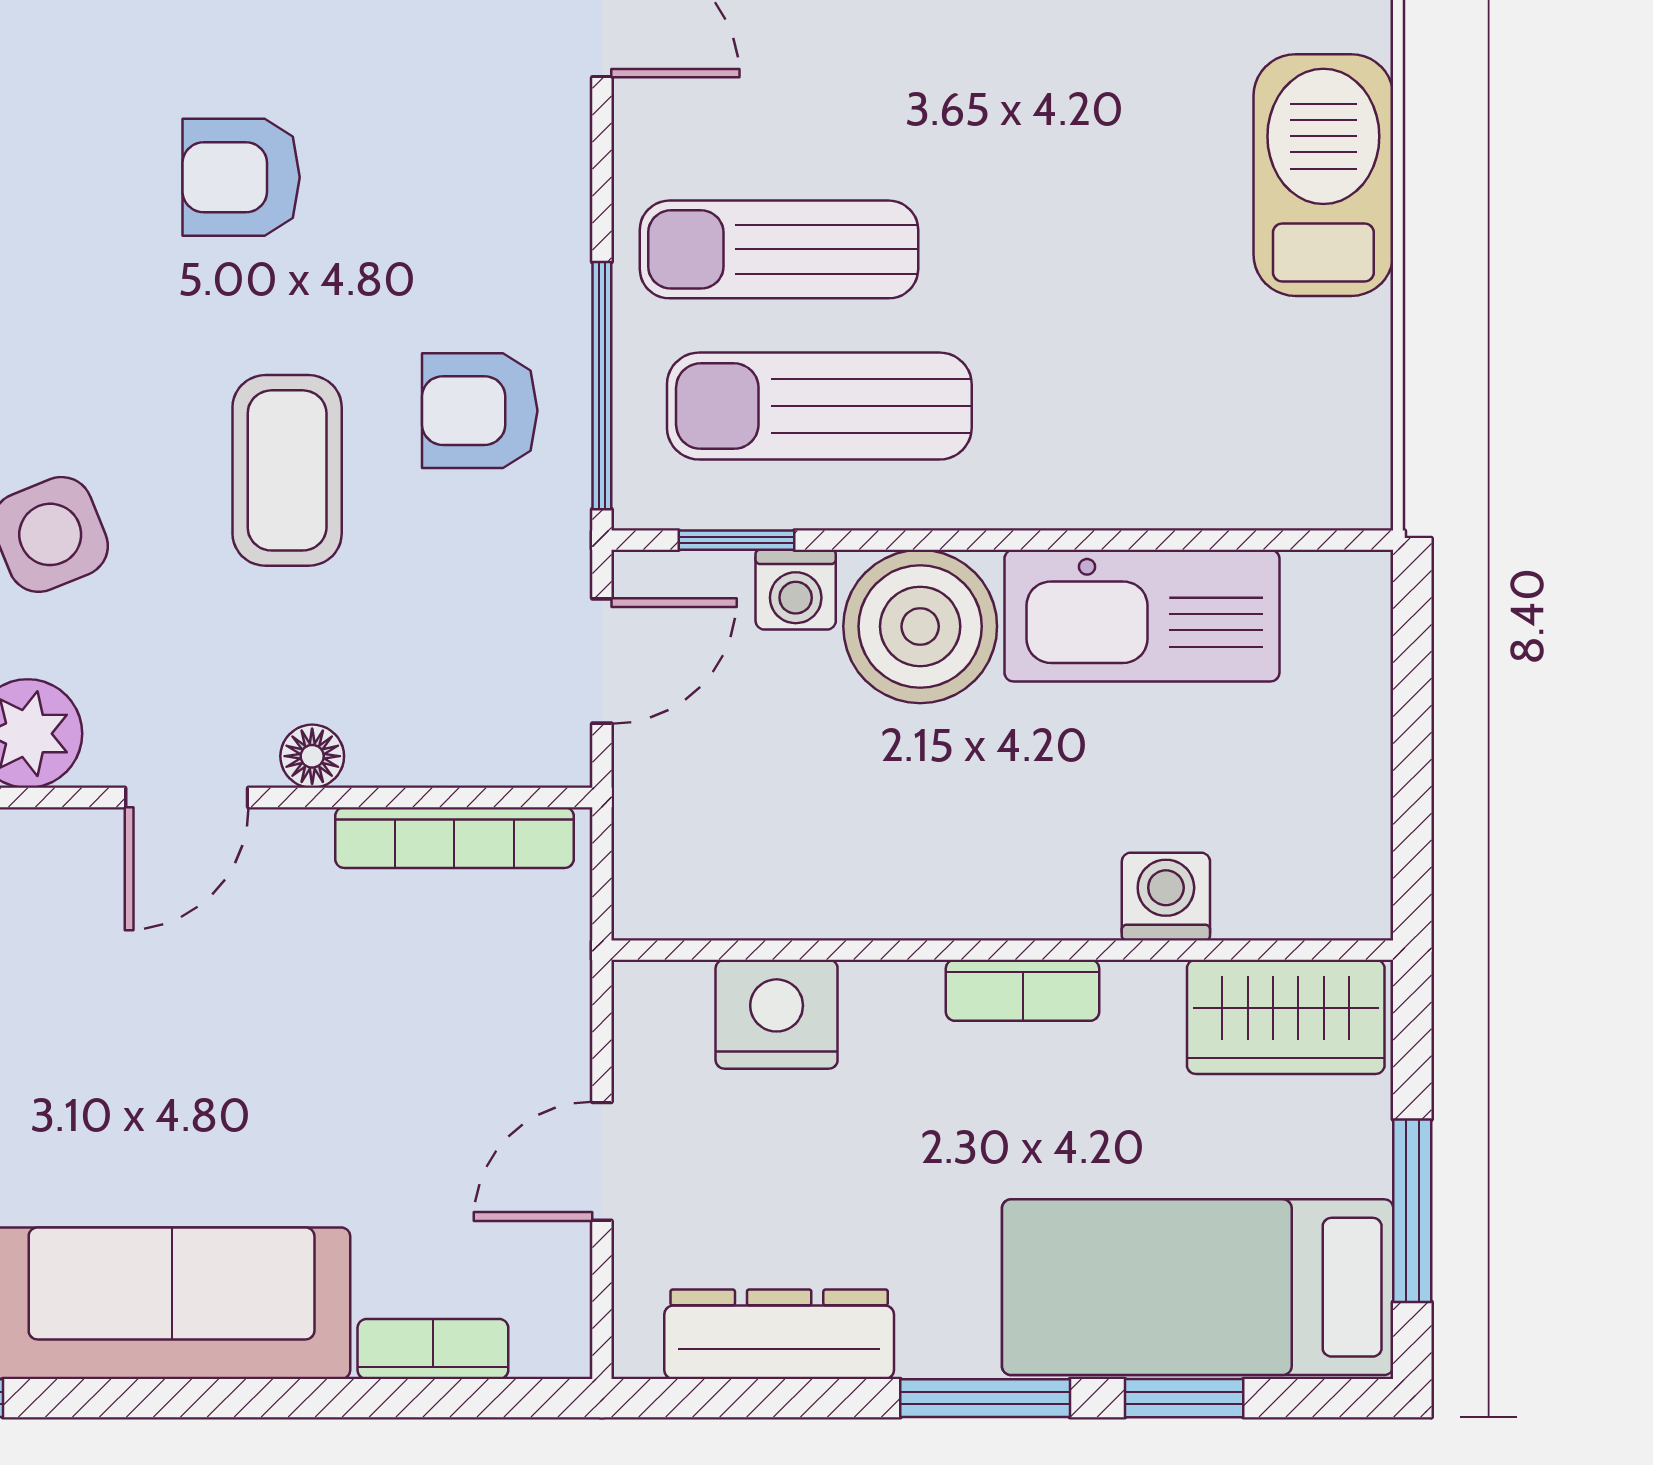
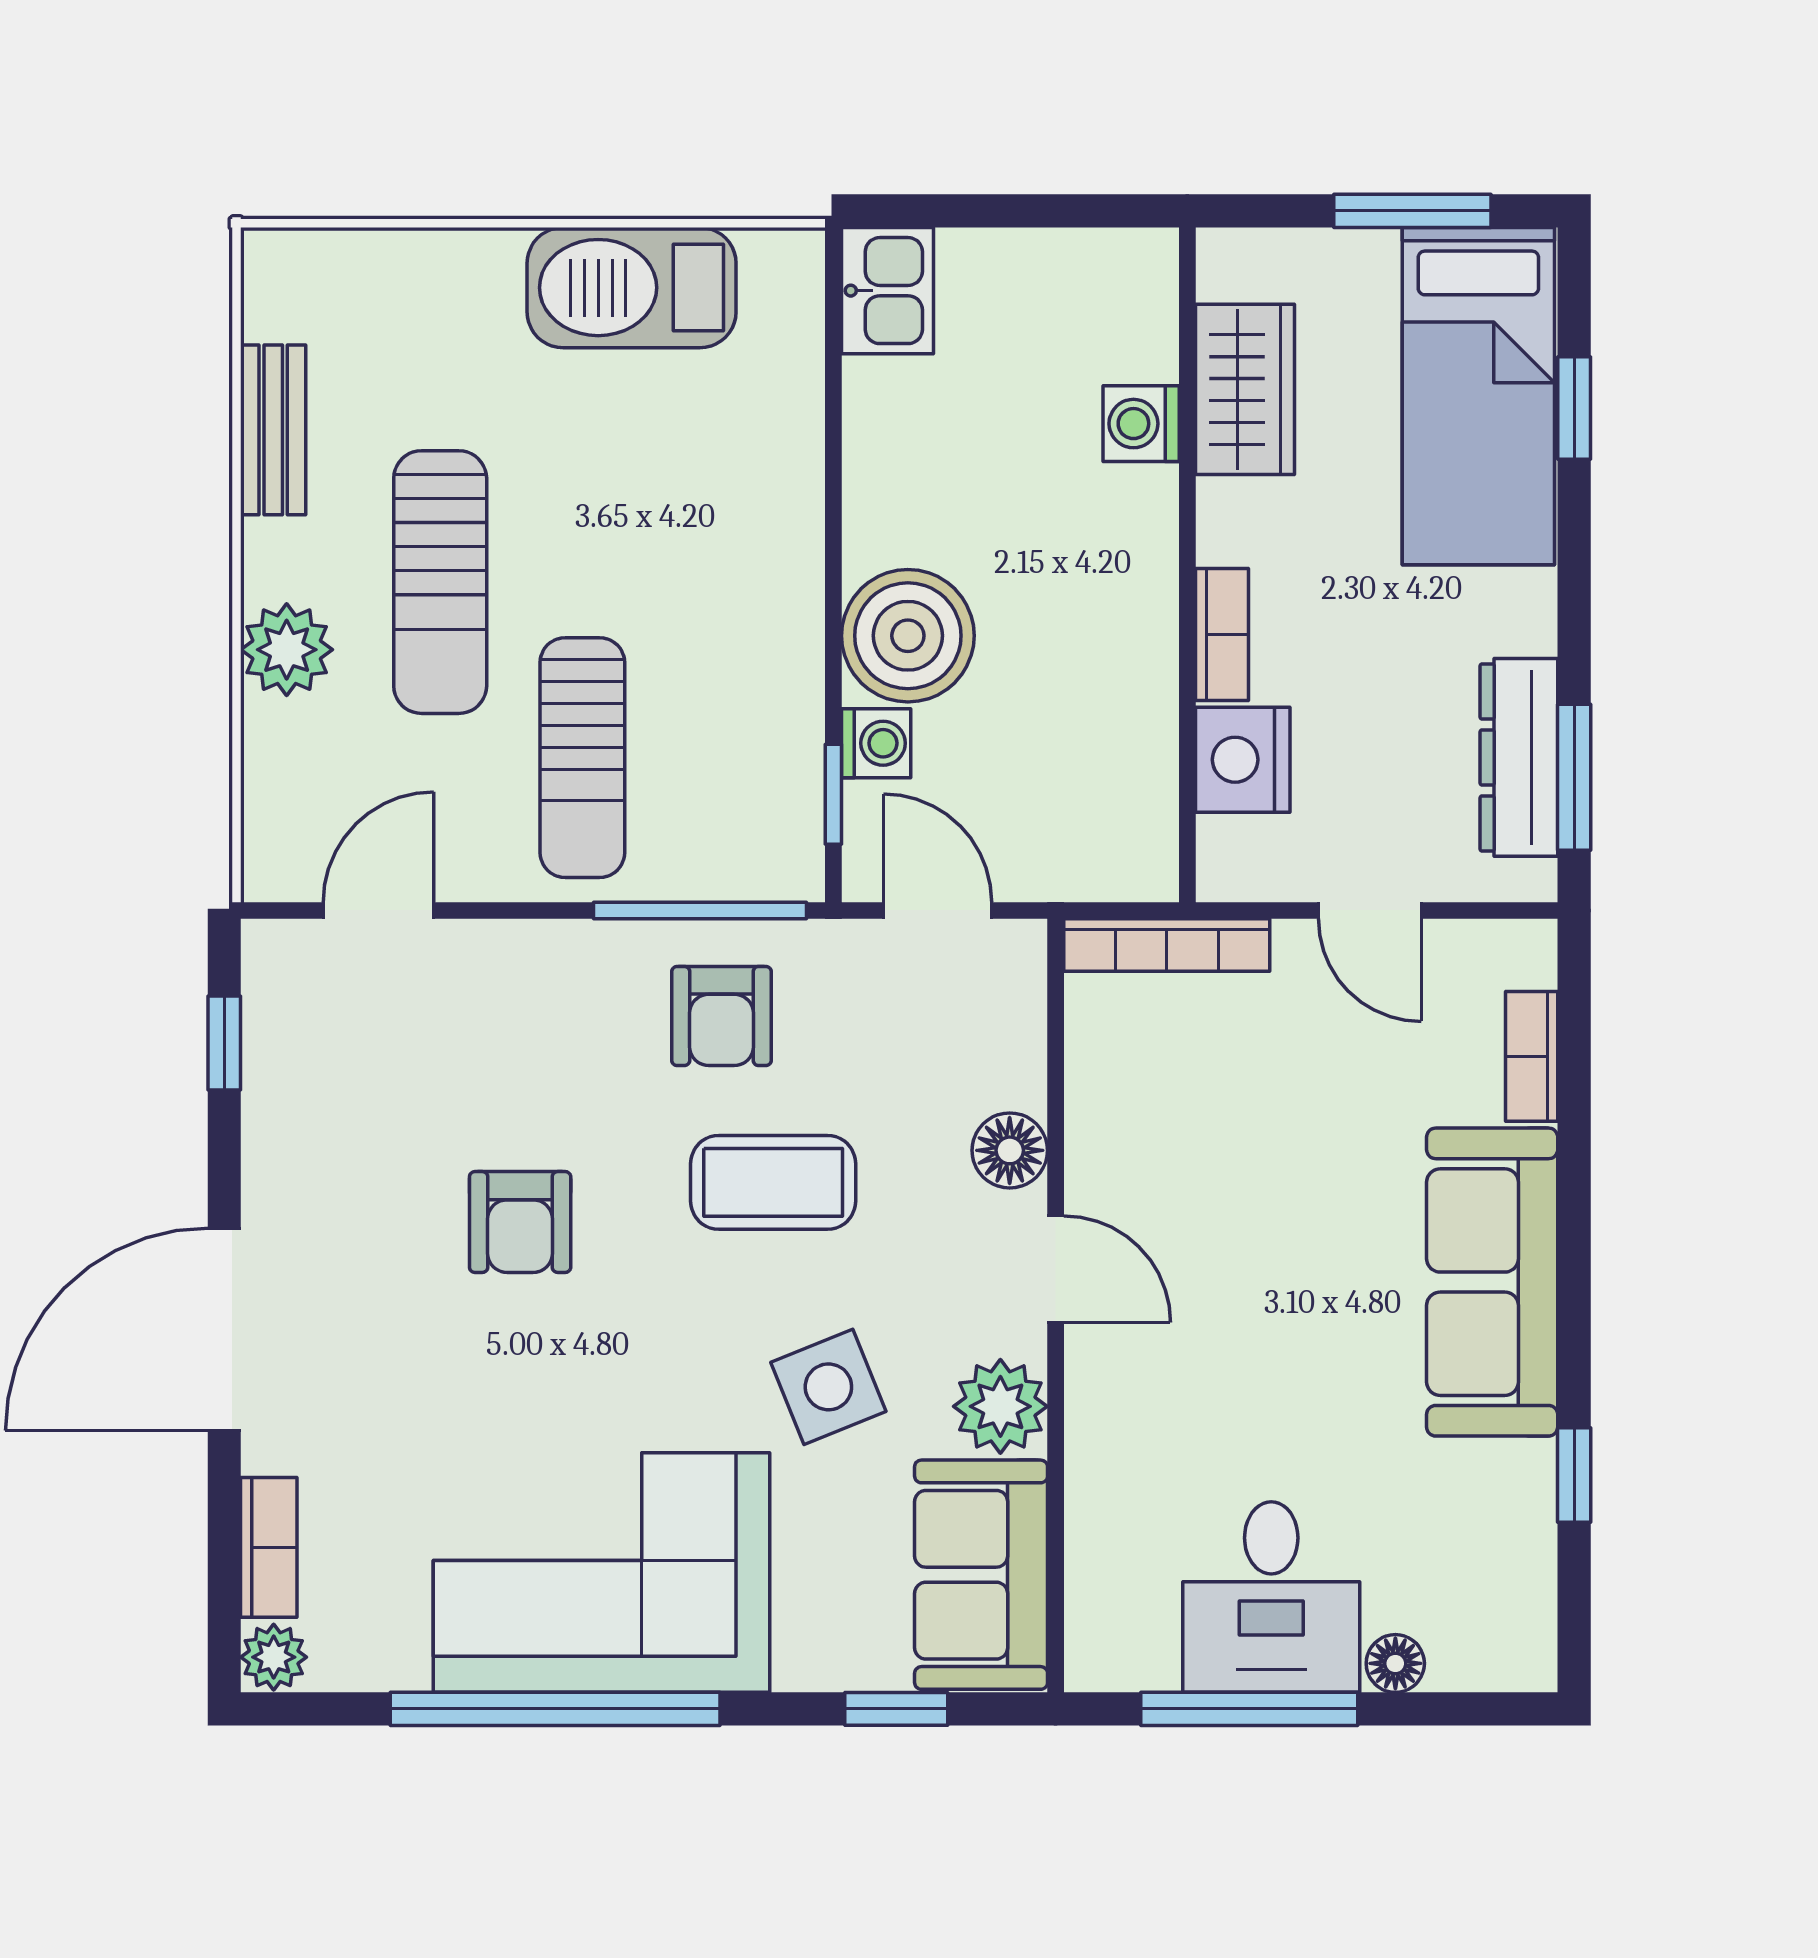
barbecue: (1323, 175) -> (632, 288), moved
sun lounger: (819, 406) -> (440, 582), moved
kitchen sink: (1142, 616) -> (887, 291), moved, width x0.53, depth x0.81
floor lamp: (312, 756) -> (1010, 1150), width x1.37, depth x1.37
bookcase: (454, 838) -> (1167, 945), moved, turned 90
bookcase: (1023, 990) -> (1222, 634), moved
wardrobe: (1286, 1017) -> (1245, 389), moved
window: (985, 1398) -> (1574, 777), moved

